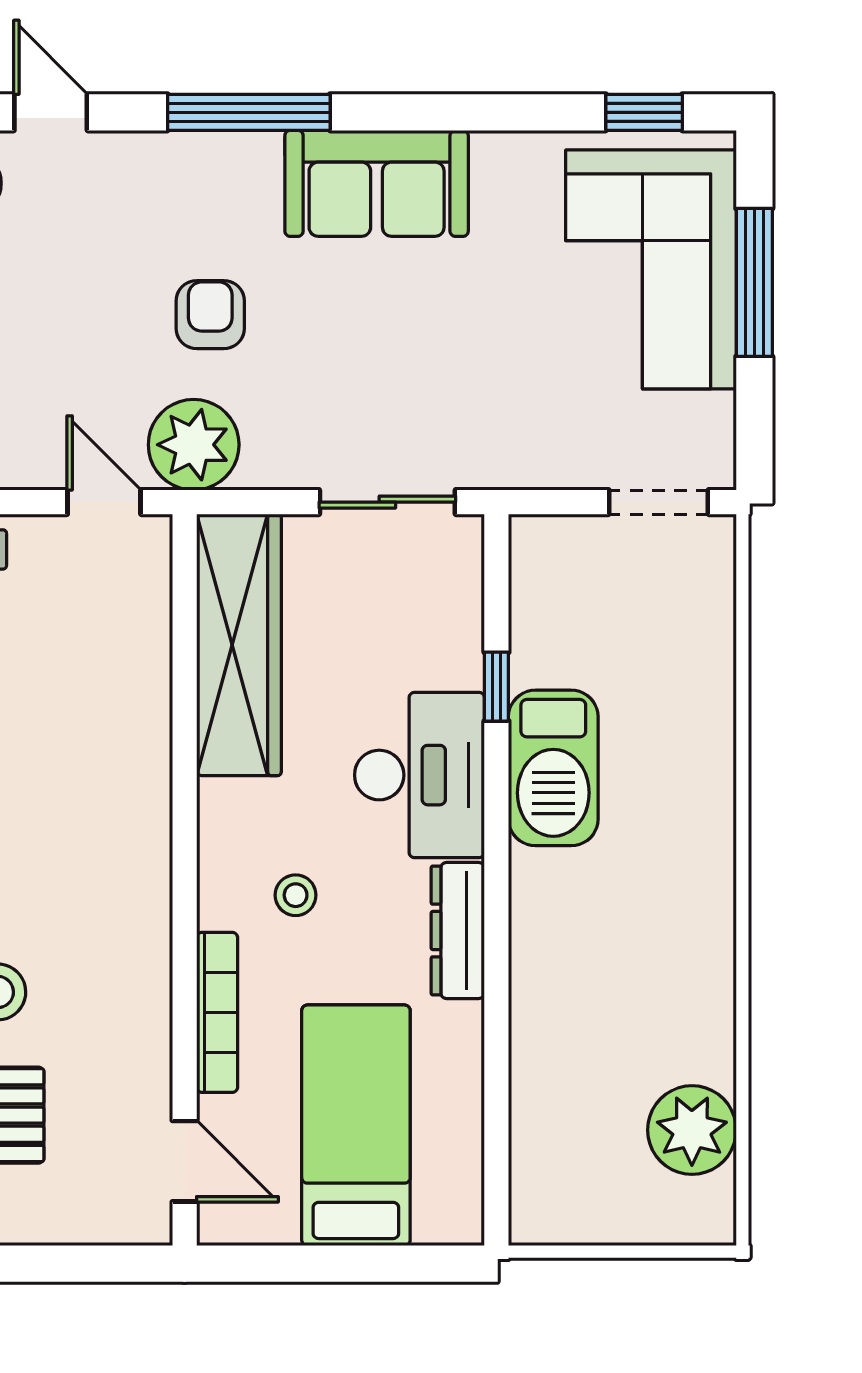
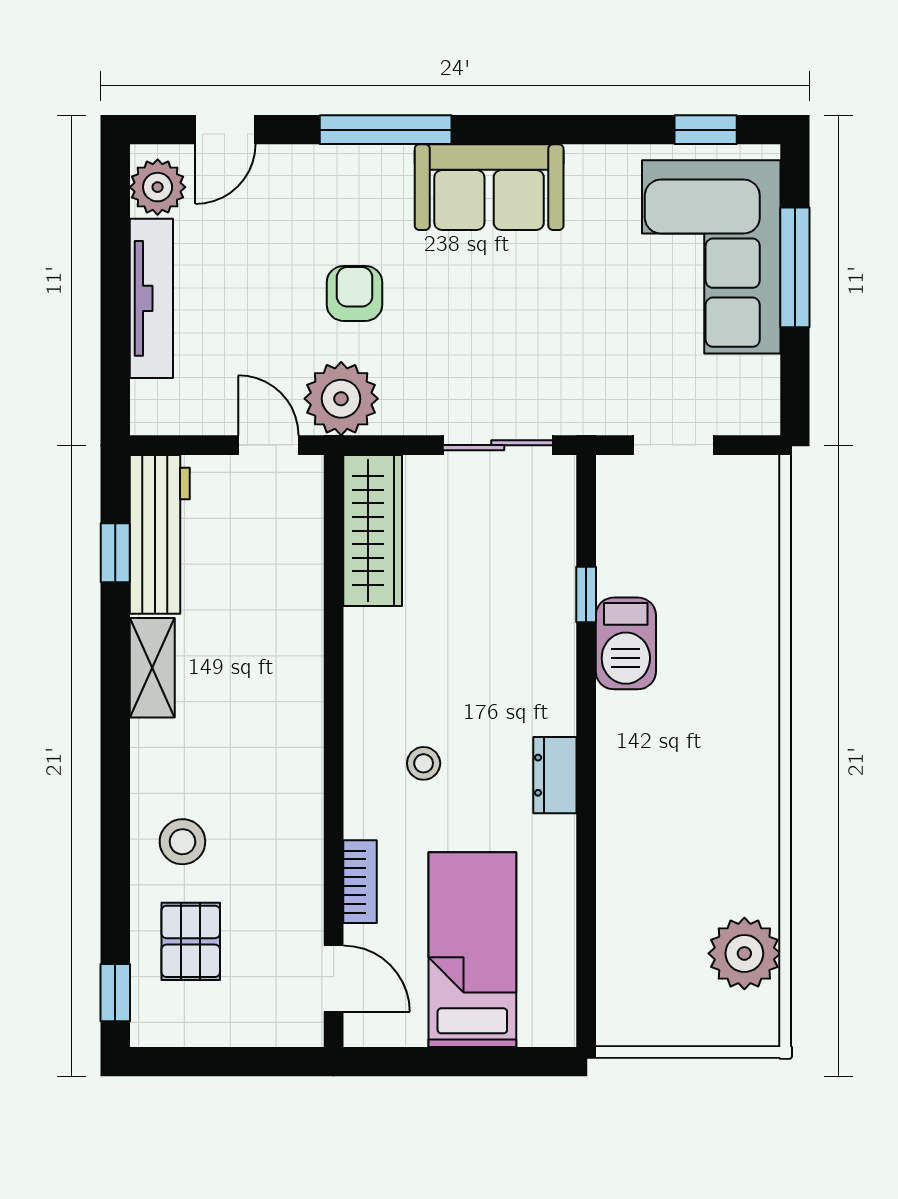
door: (51, 112) -> (225, 130), swing flipped
doorway: (659, 502) -> (673, 445), moved
wardrobe: (239, 645) -> (373, 531), width x0.71, depth x0.85
barbecue: (553, 768) -> (626, 643), width x0.73, depth x0.83
desk: (419, 775) -> (524, 666), removed
dresser: (458, 931) -> (555, 775), width x0.70
bookcase: (217, 1012) -> (360, 882), width x0.64

